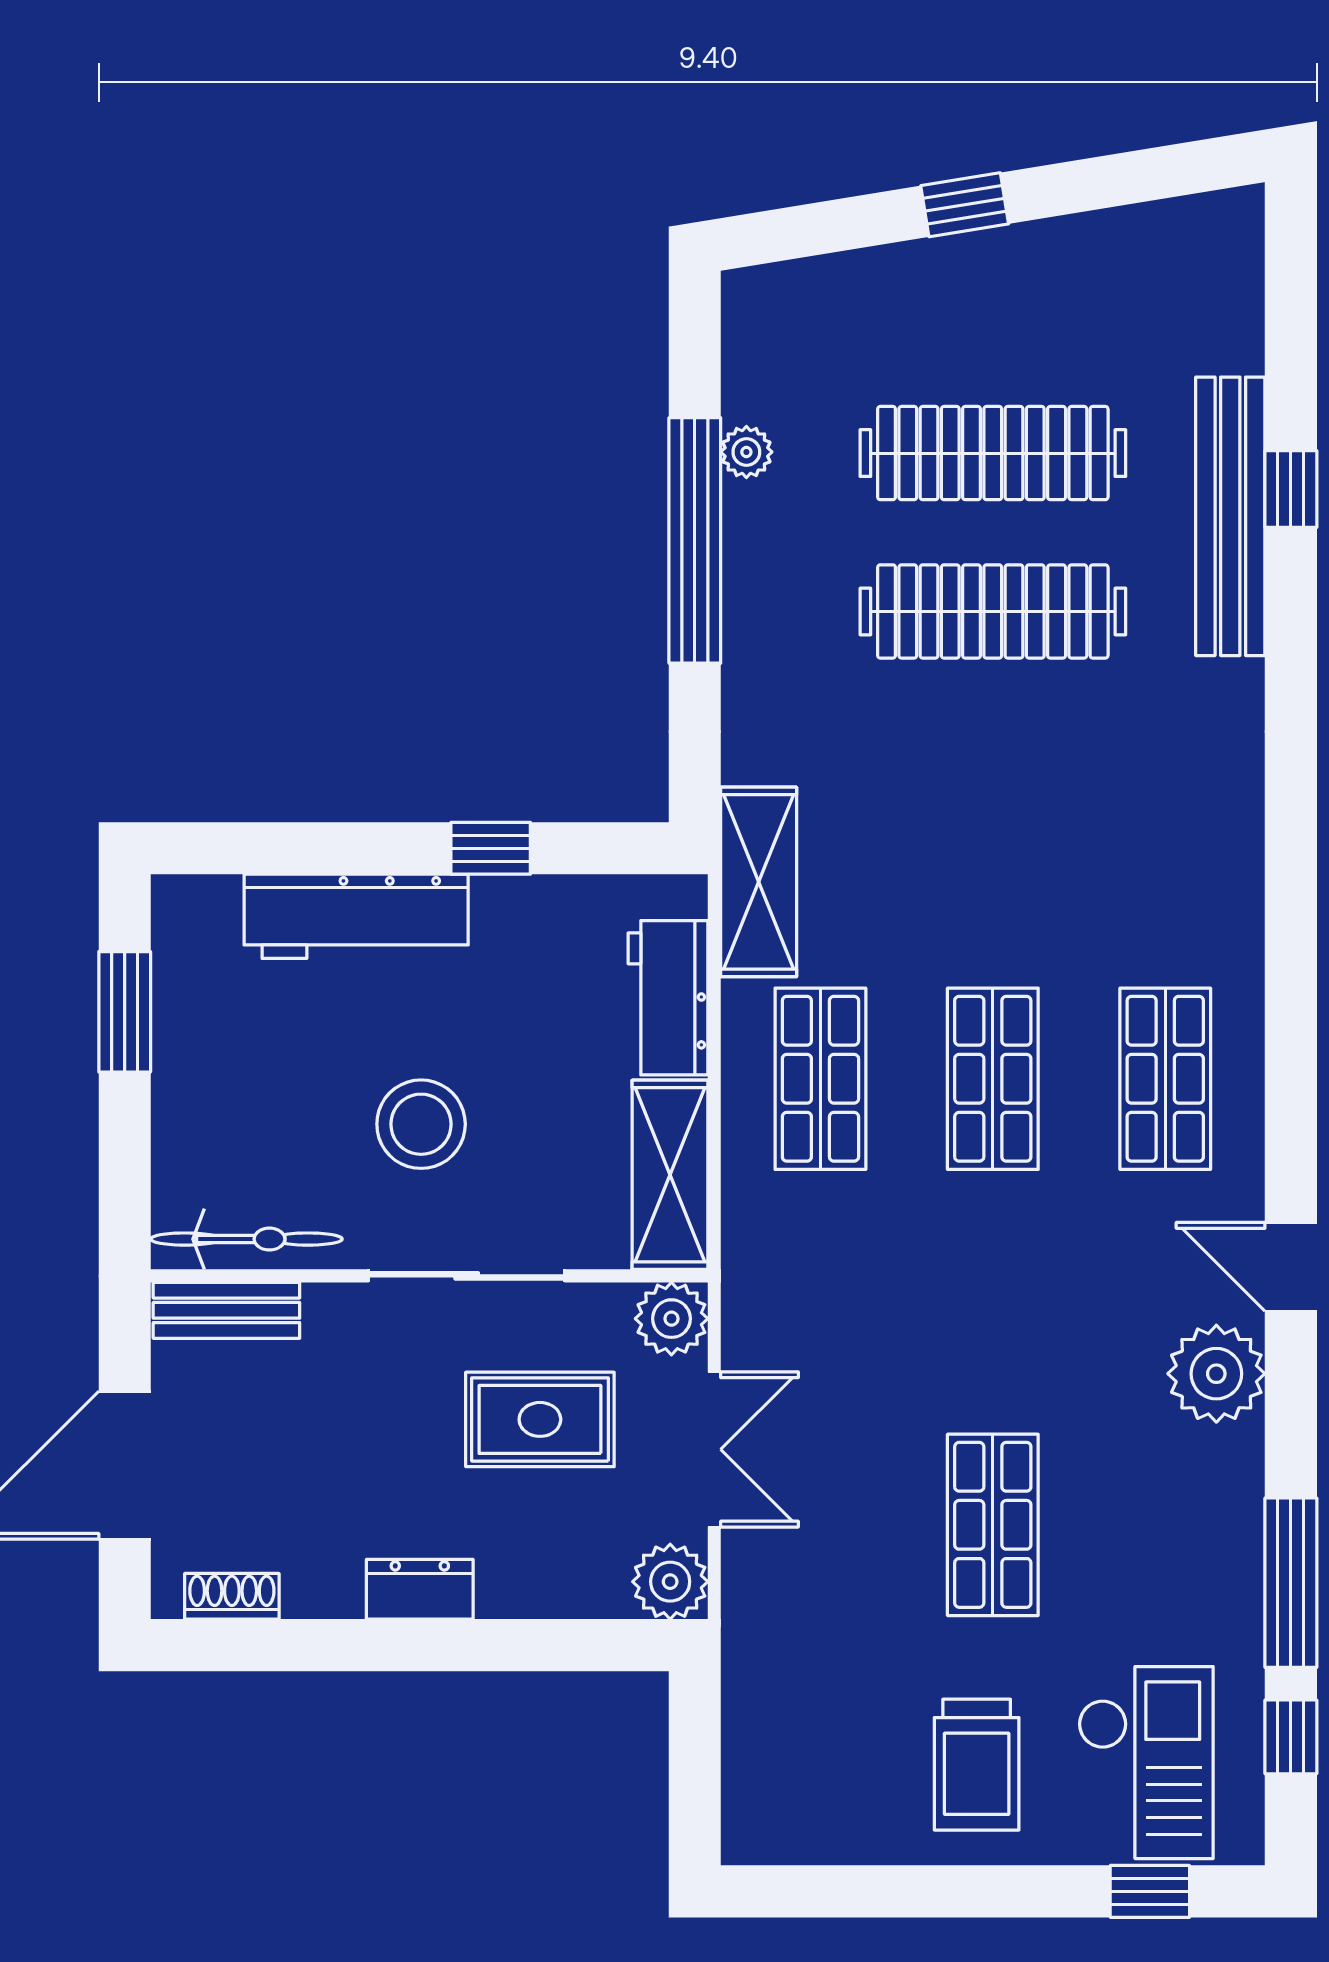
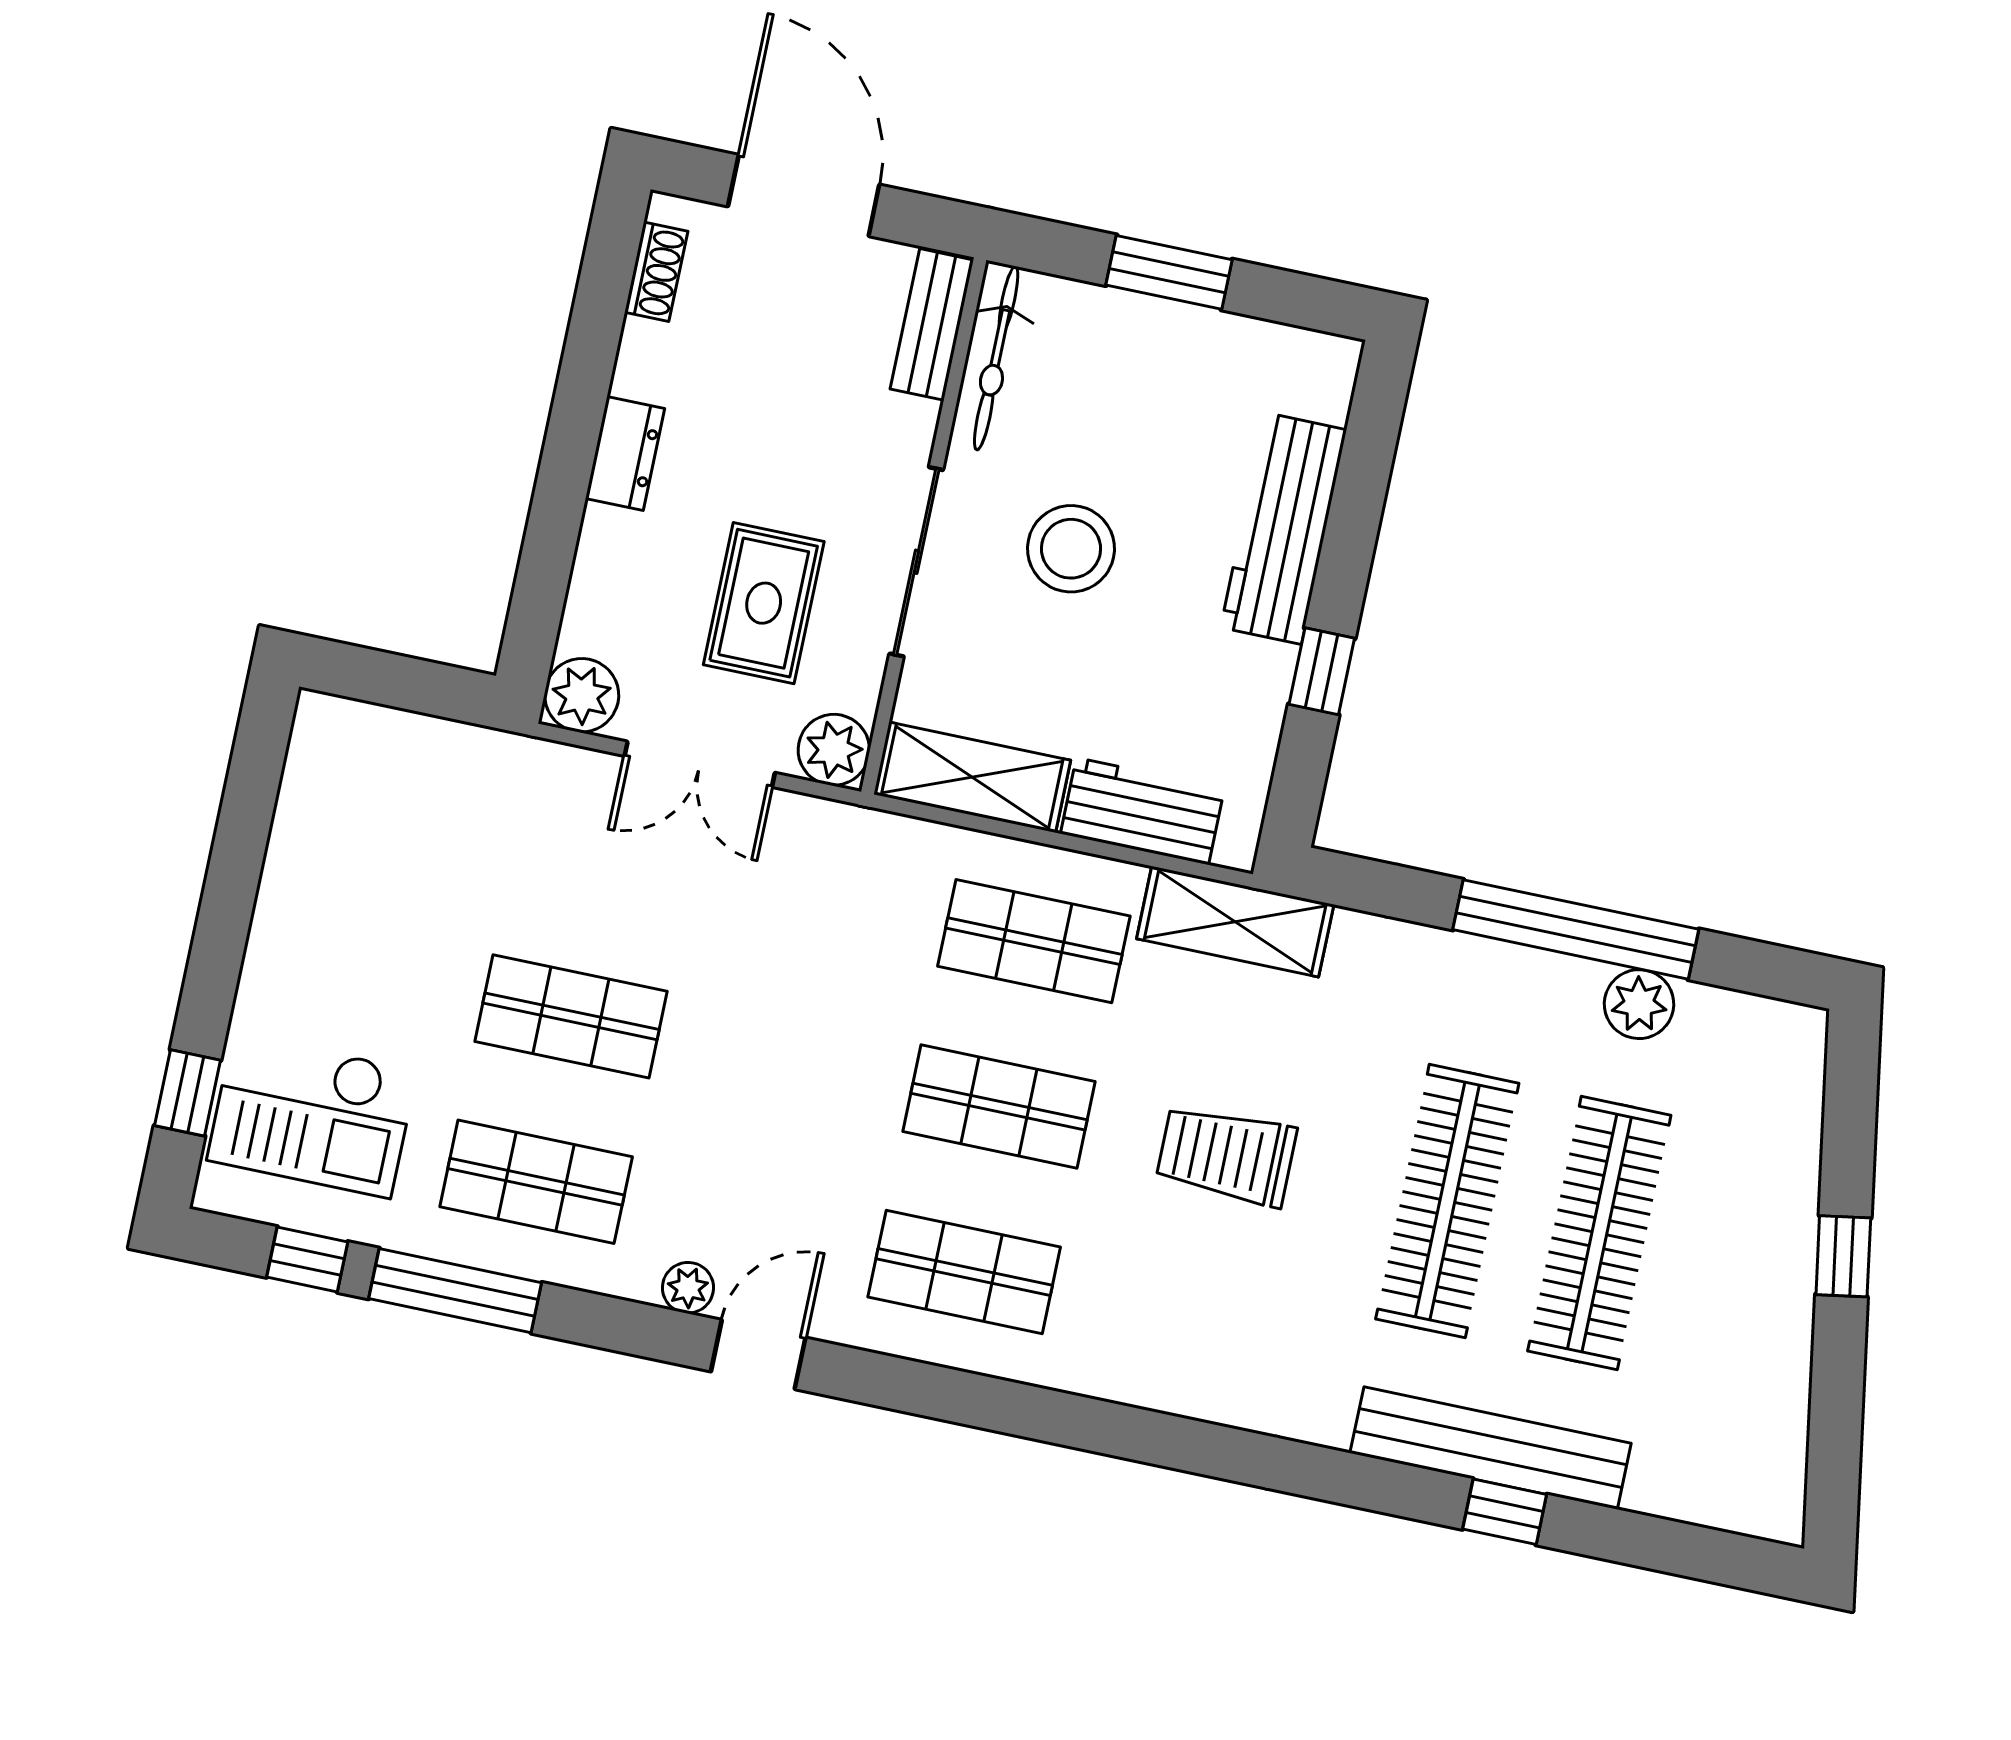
plant: (746, 452) -> (1639, 1004), width x1.38, depth x1.38
window: (125, 1012) -> (1169, 272), moved
plant: (1216, 1374) -> (688, 1288), width x0.53, depth x0.53
shop shelf: (1165, 1525) -> (536, 1182), added
trolley: (977, 1765) -> (1226, 1155), moved

